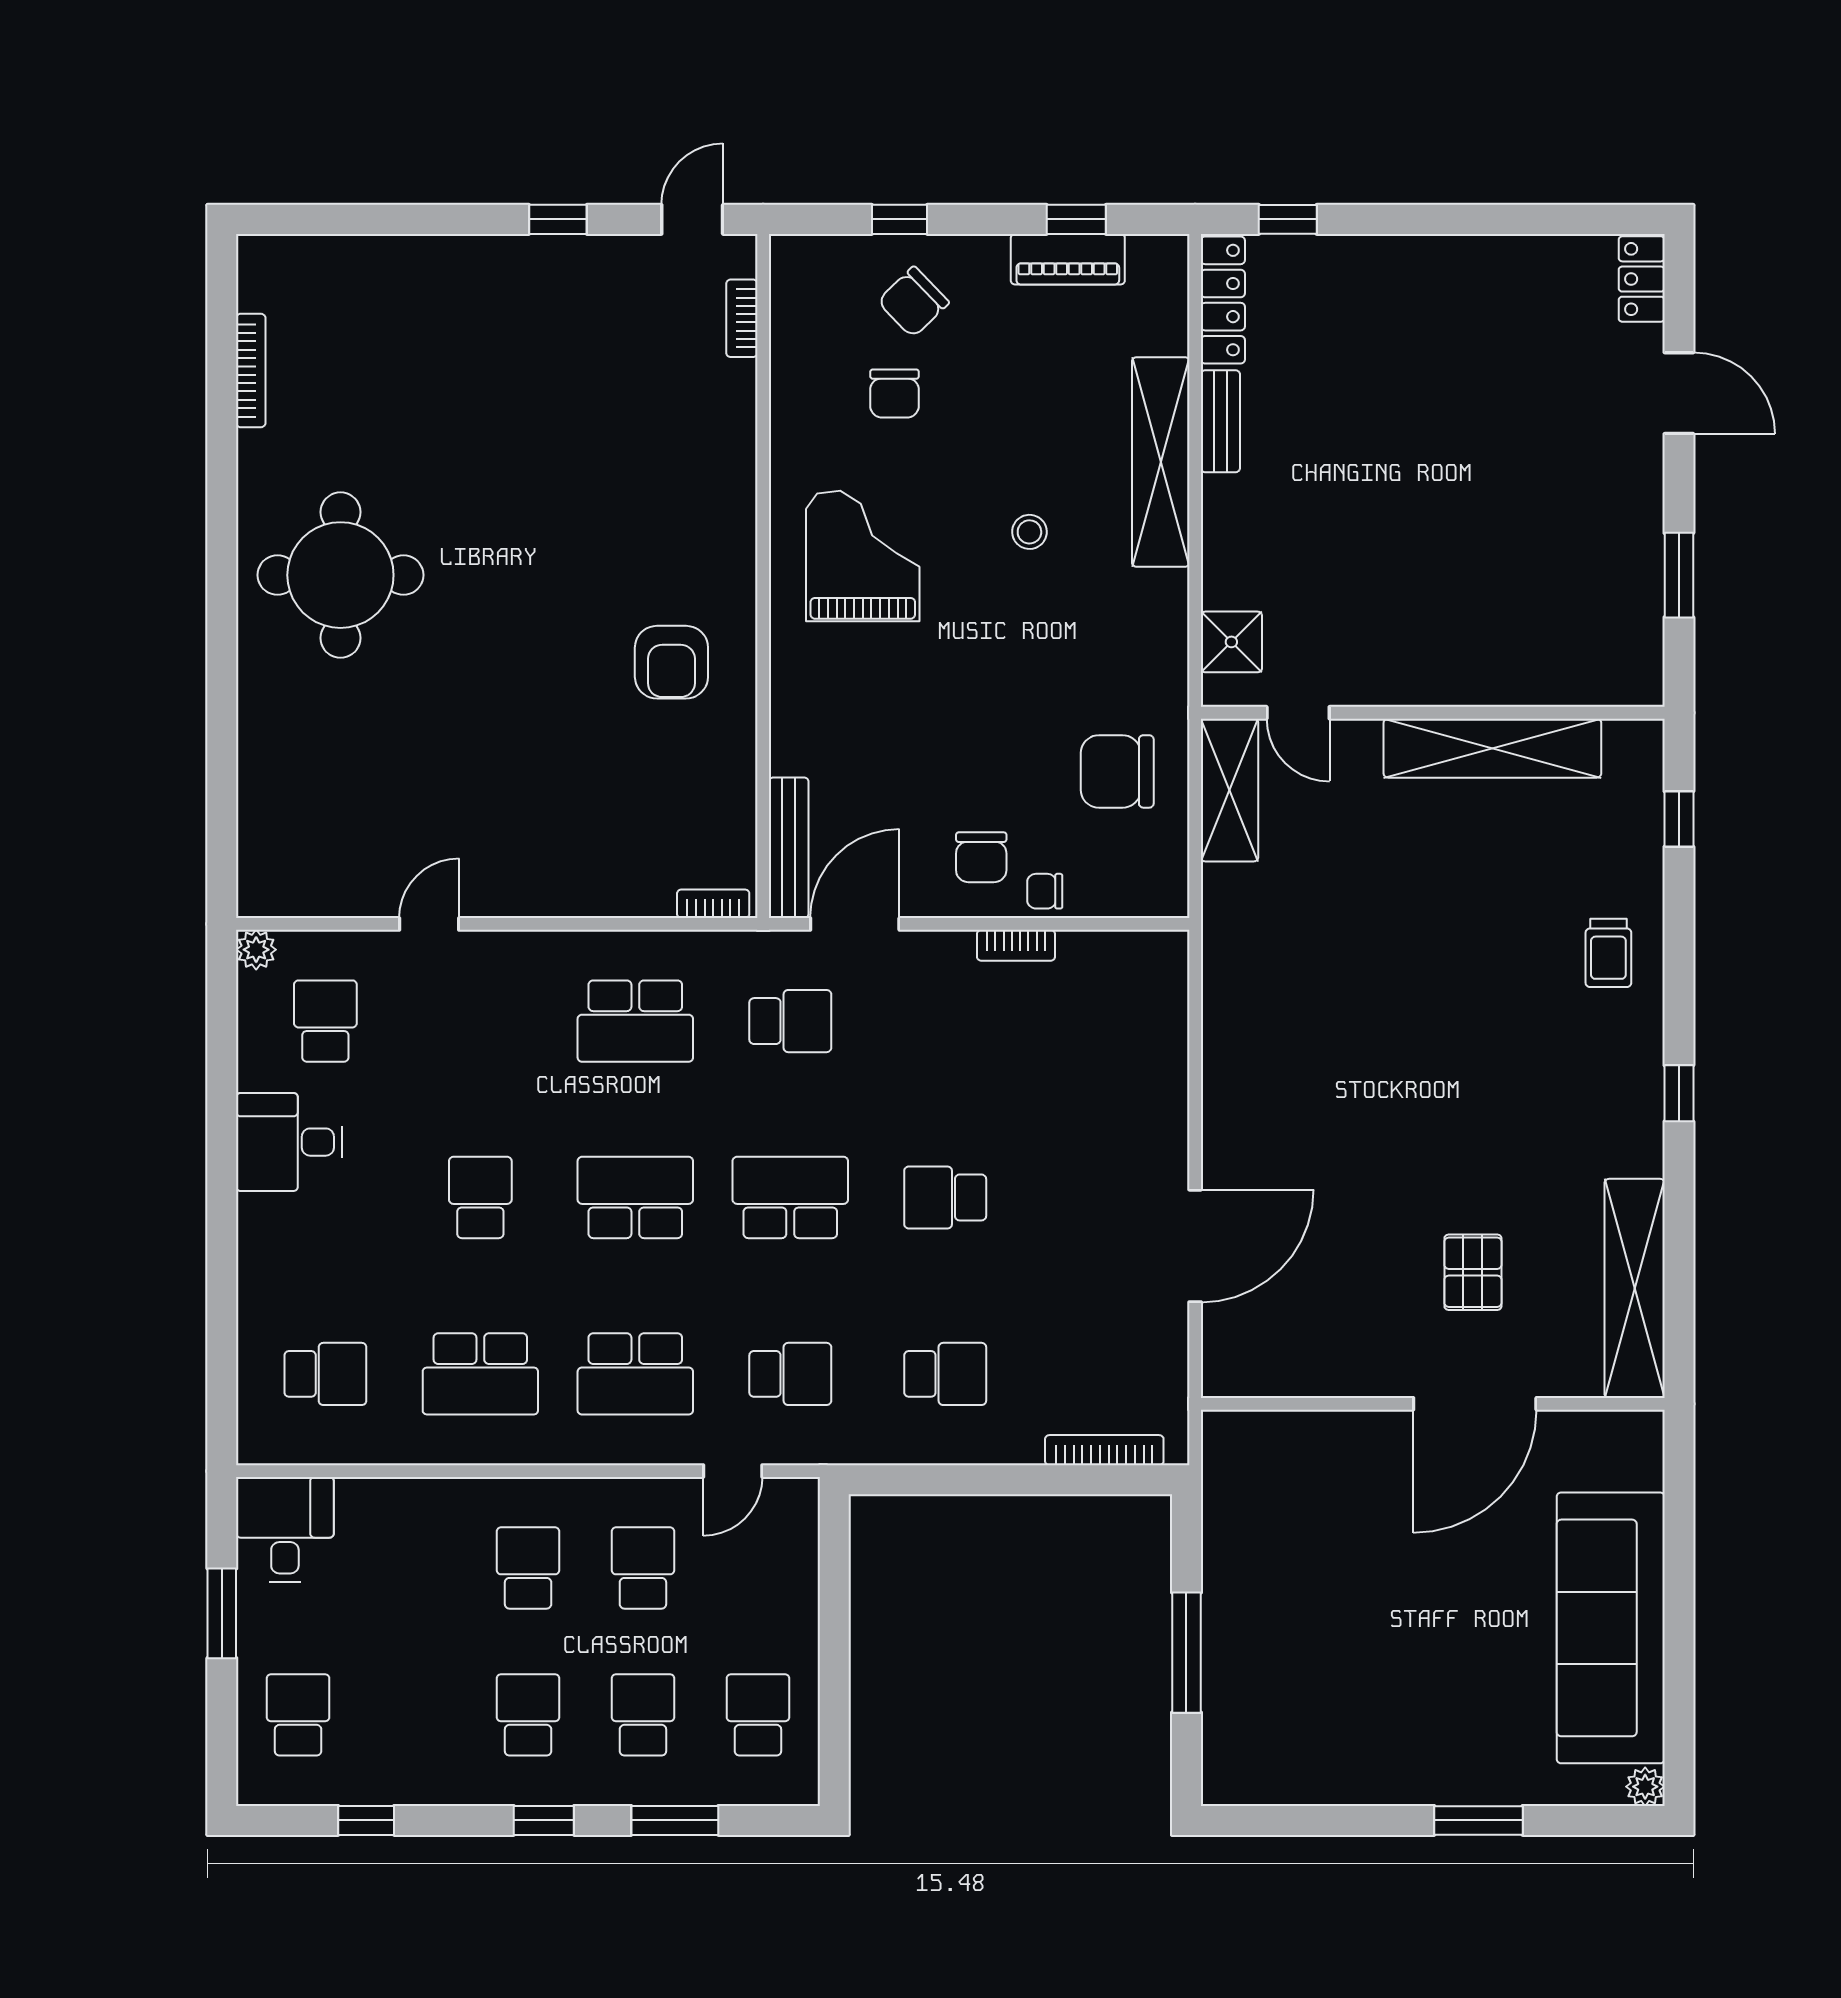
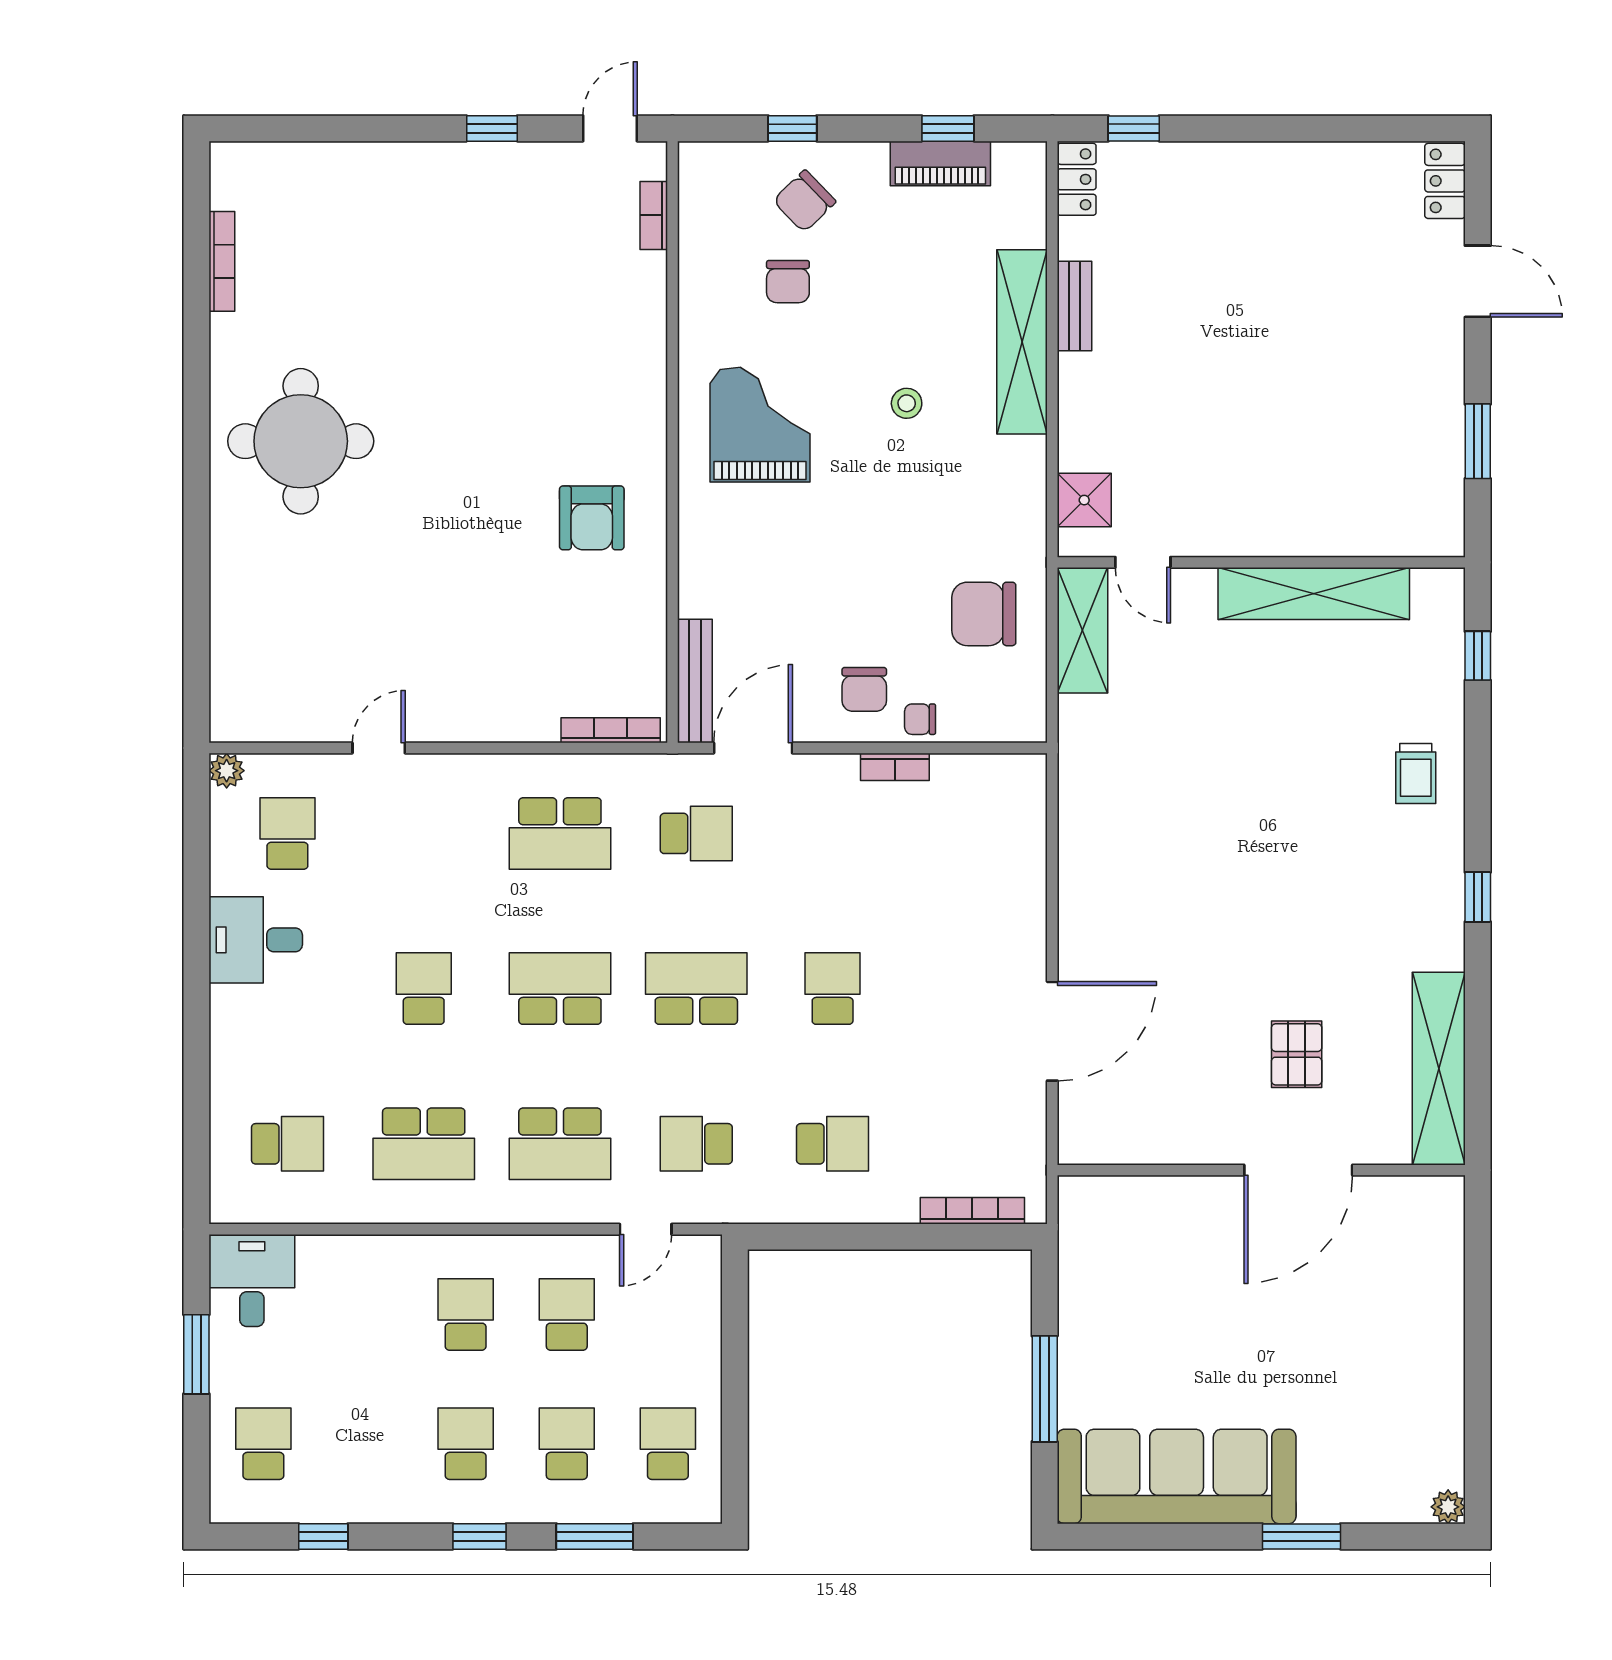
locker: (1223, 300) -> (1077, 179), width x0.66
bookcase: (713, 904) -> (611, 730), width x1.56
school desk: (945, 1197) -> (833, 989), turned 90
school desk: (790, 1374) -> (696, 1144), turned 180
sofa: (1611, 1628) -> (1177, 1476), moved, turned 90

